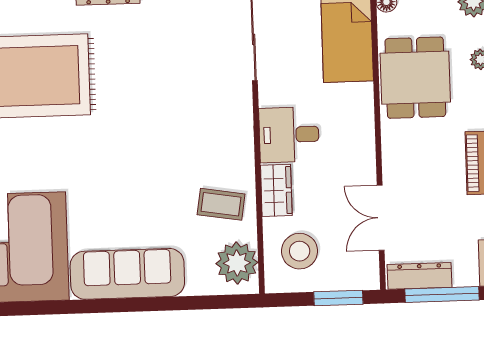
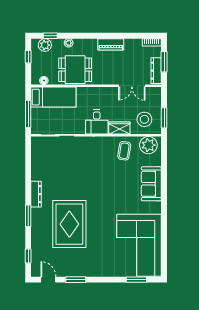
sofa: (127, 274) -> (151, 184), width x0.73
window: (442, 295) -> (164, 62), width x0.69
window: (338, 298) -> (164, 118), moved

